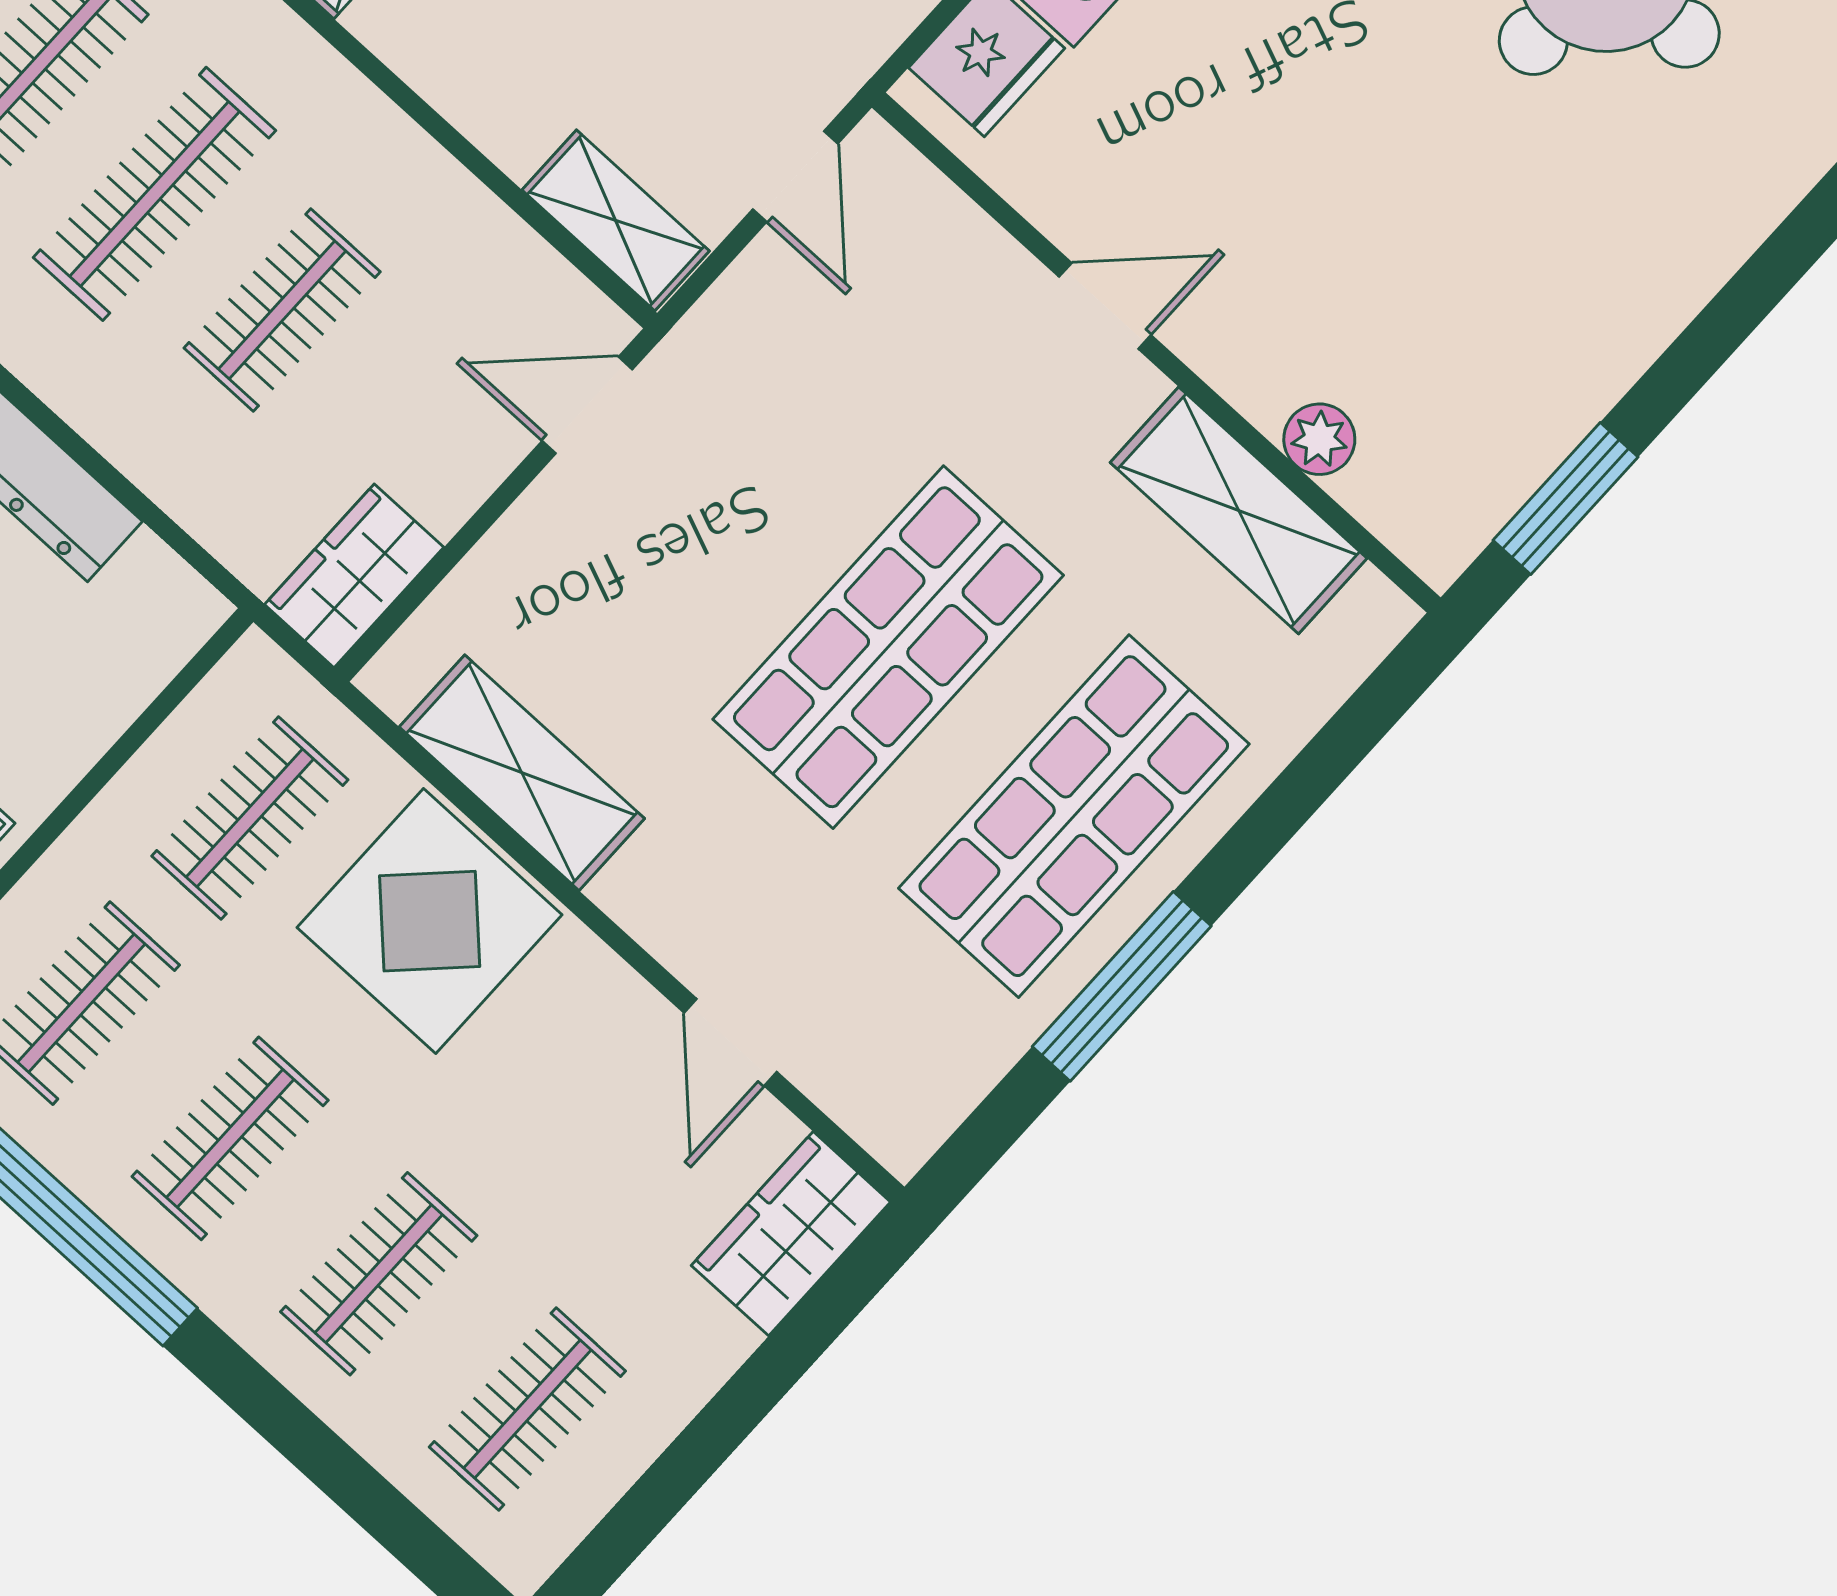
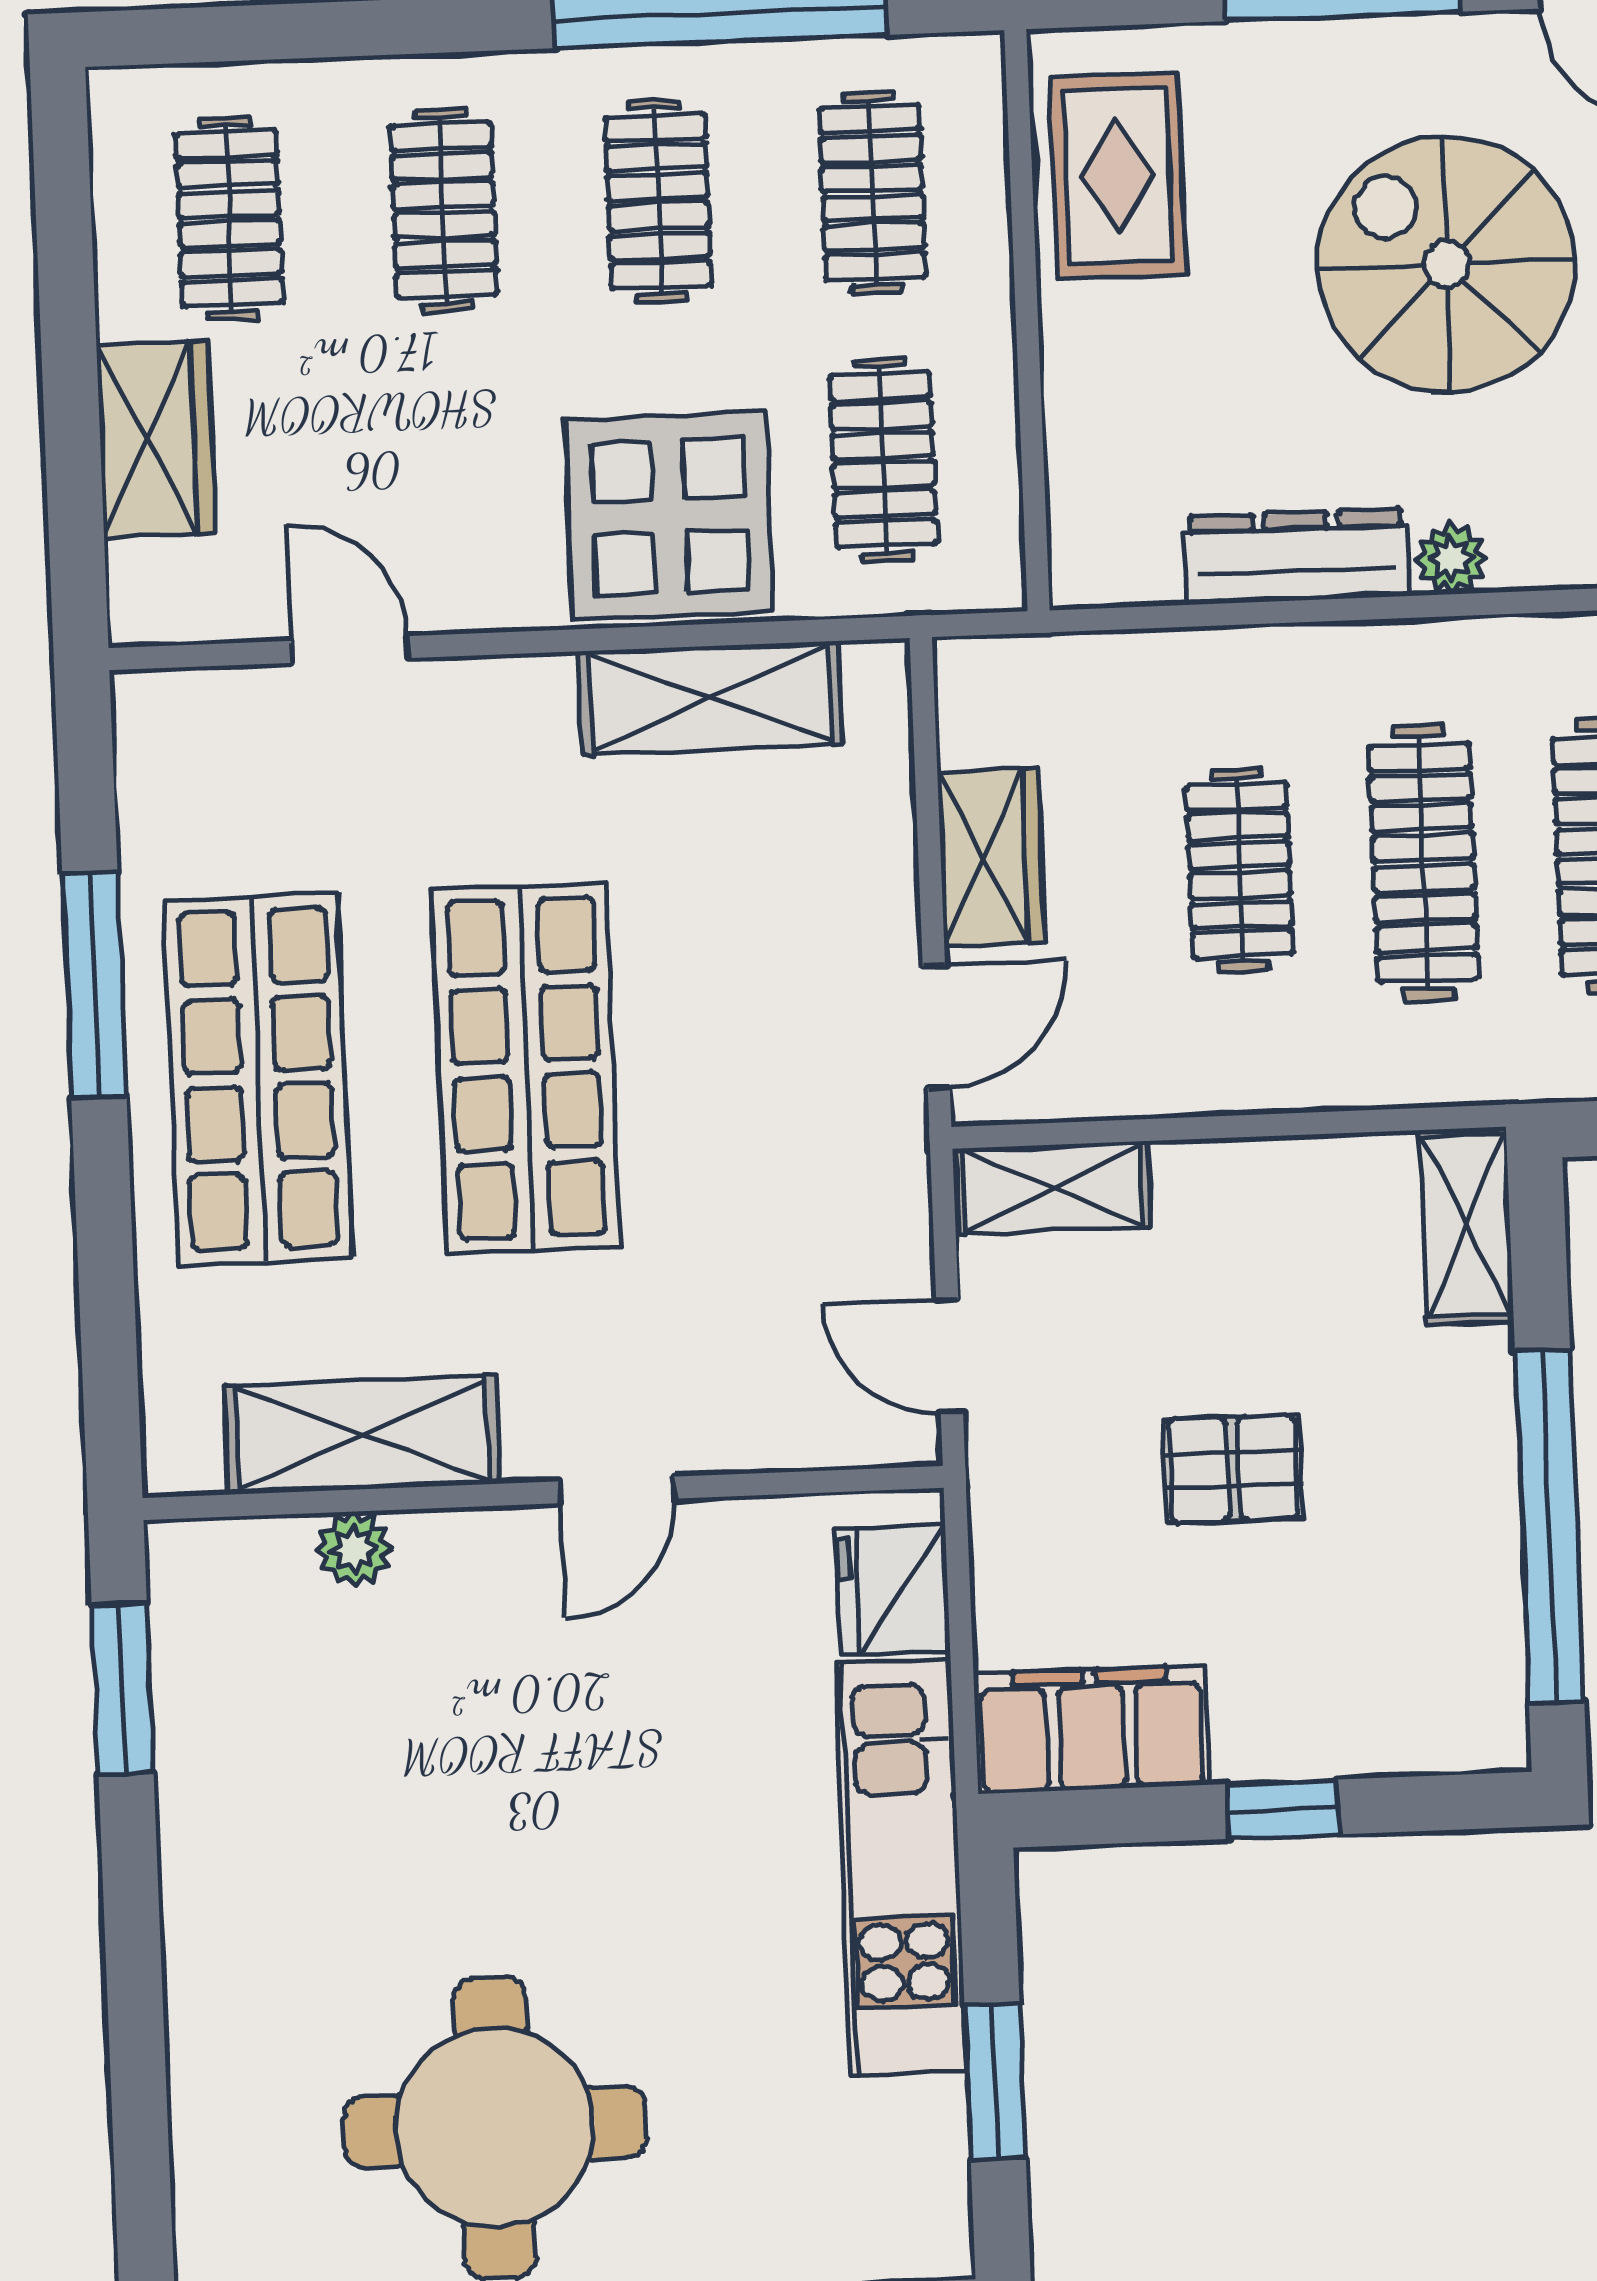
wardrobe: (354, 576) -> (991, 858), moved
wardrobe: (791, 1234) -> (156, 439), moved

